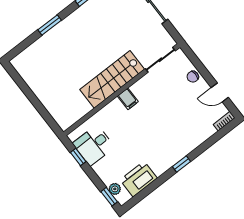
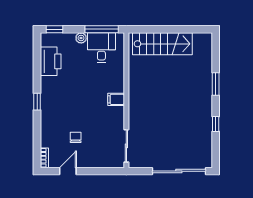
chair: (193, 77) -> (76, 137), moved
stairs: (112, 79) -> (162, 44), moved, turned 90
window: (78, 157) -> (102, 29), width x2.17
plant: (115, 189) -> (81, 38), moved

